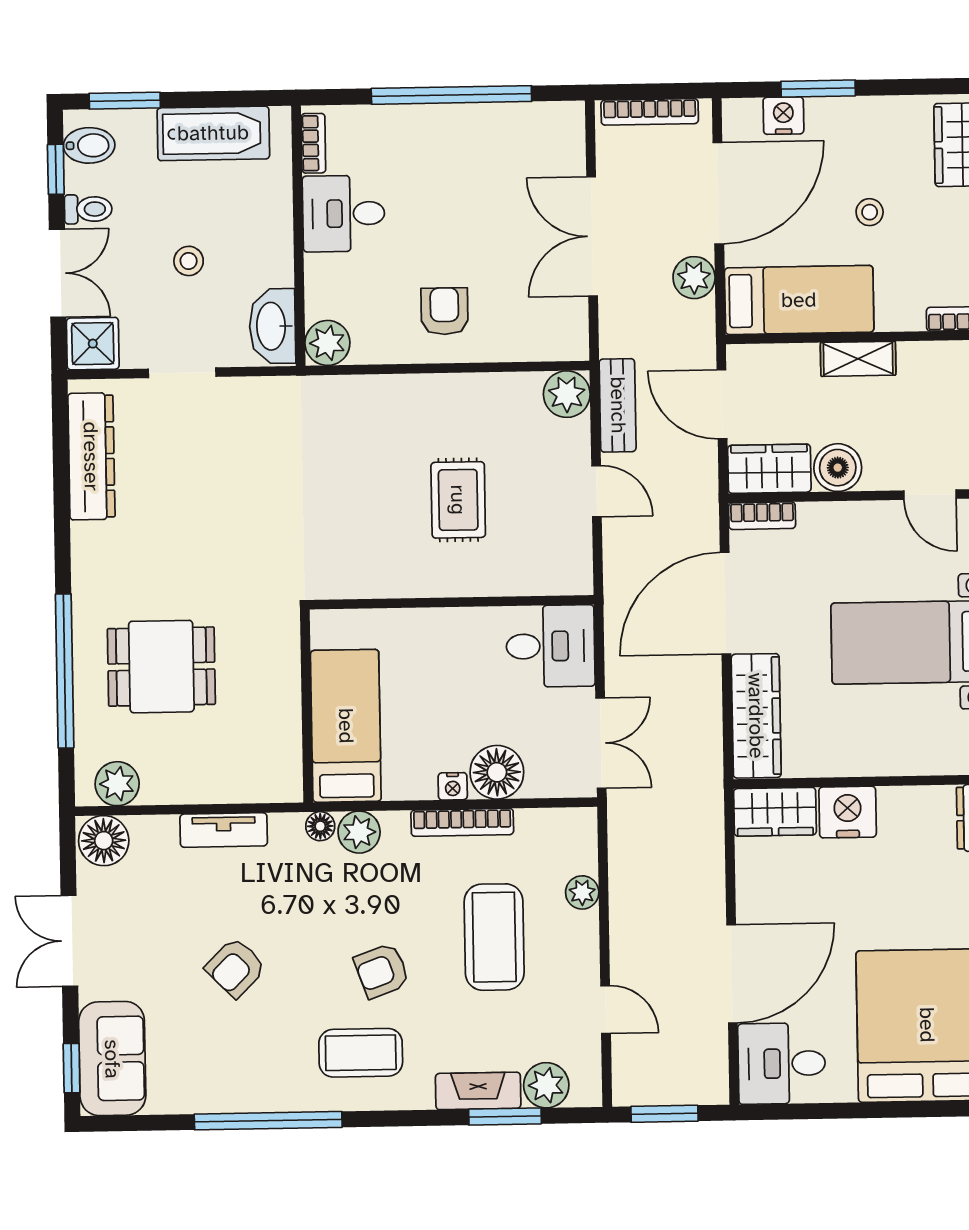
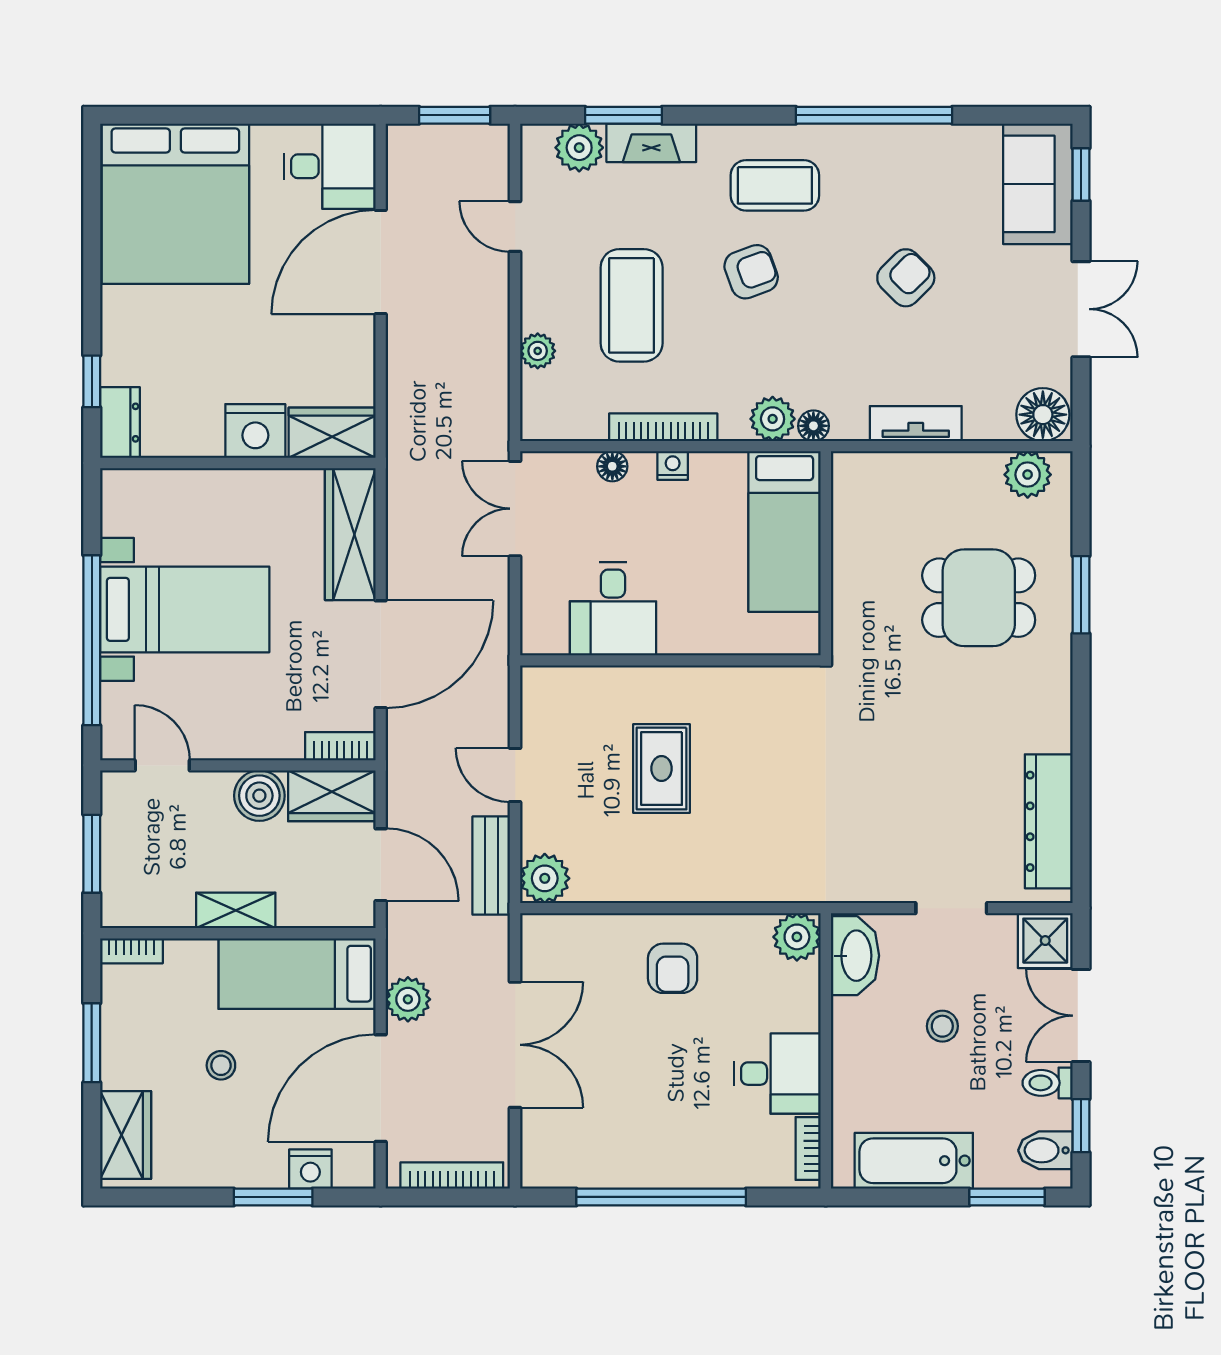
desk: (550, 646) -> (613, 609), moved, turned -90
window: (65, 671) -> (1081, 595), width x0.47
floor lamp: (497, 772) -> (612, 466), width x0.53, depth x0.53

